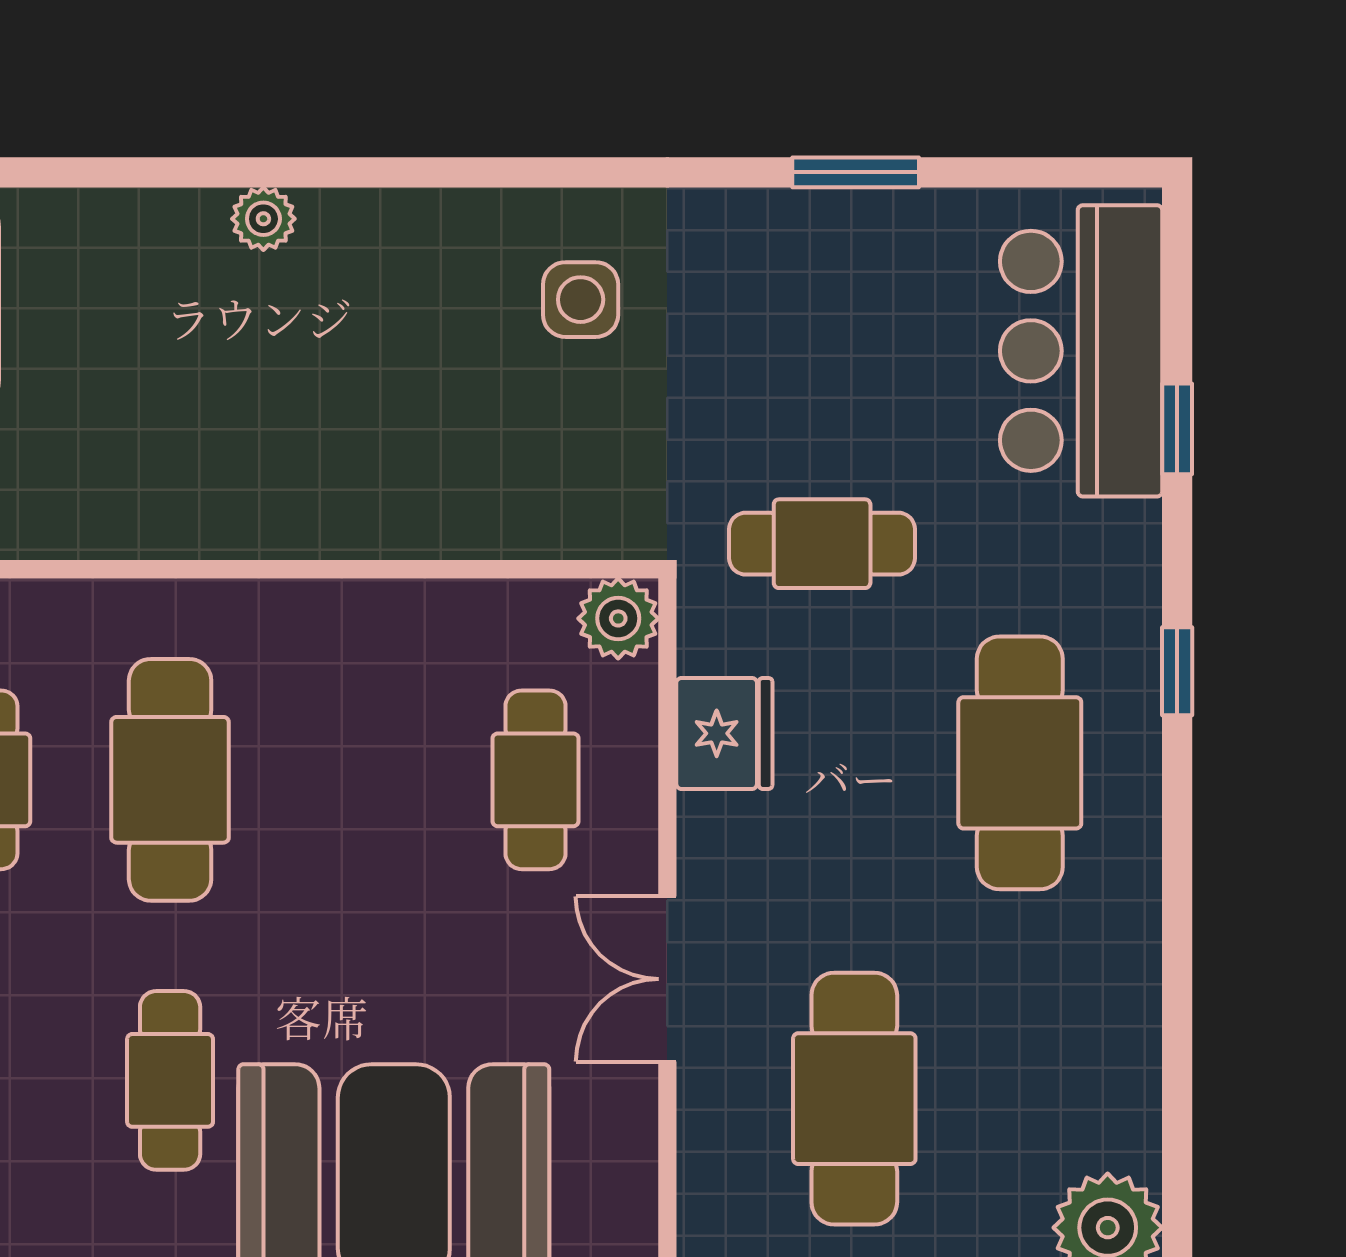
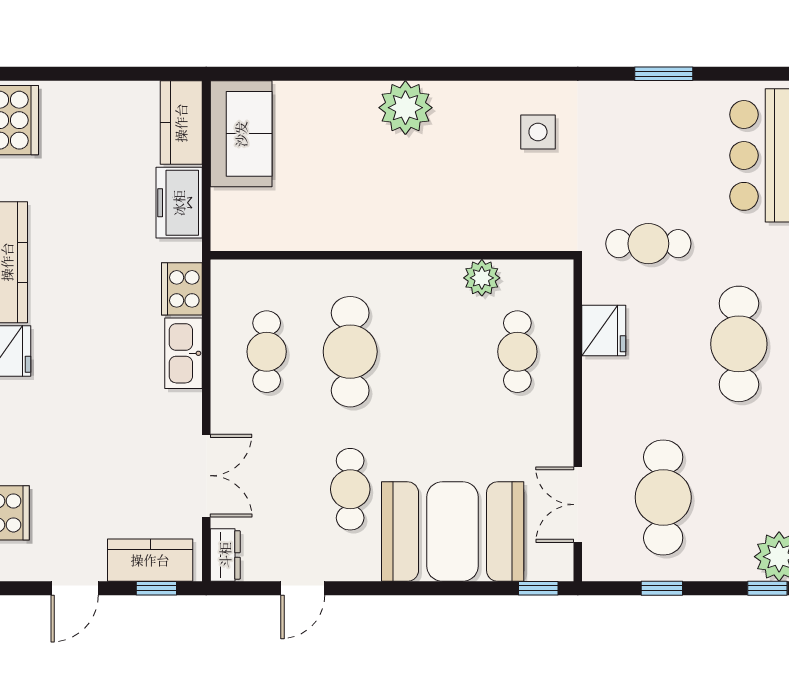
plant: (263, 219) -> (405, 108), width x1.87, depth x1.87
plant: (618, 618) -> (482, 278), moved
double door: (667, 979) -> (578, 505), moved

